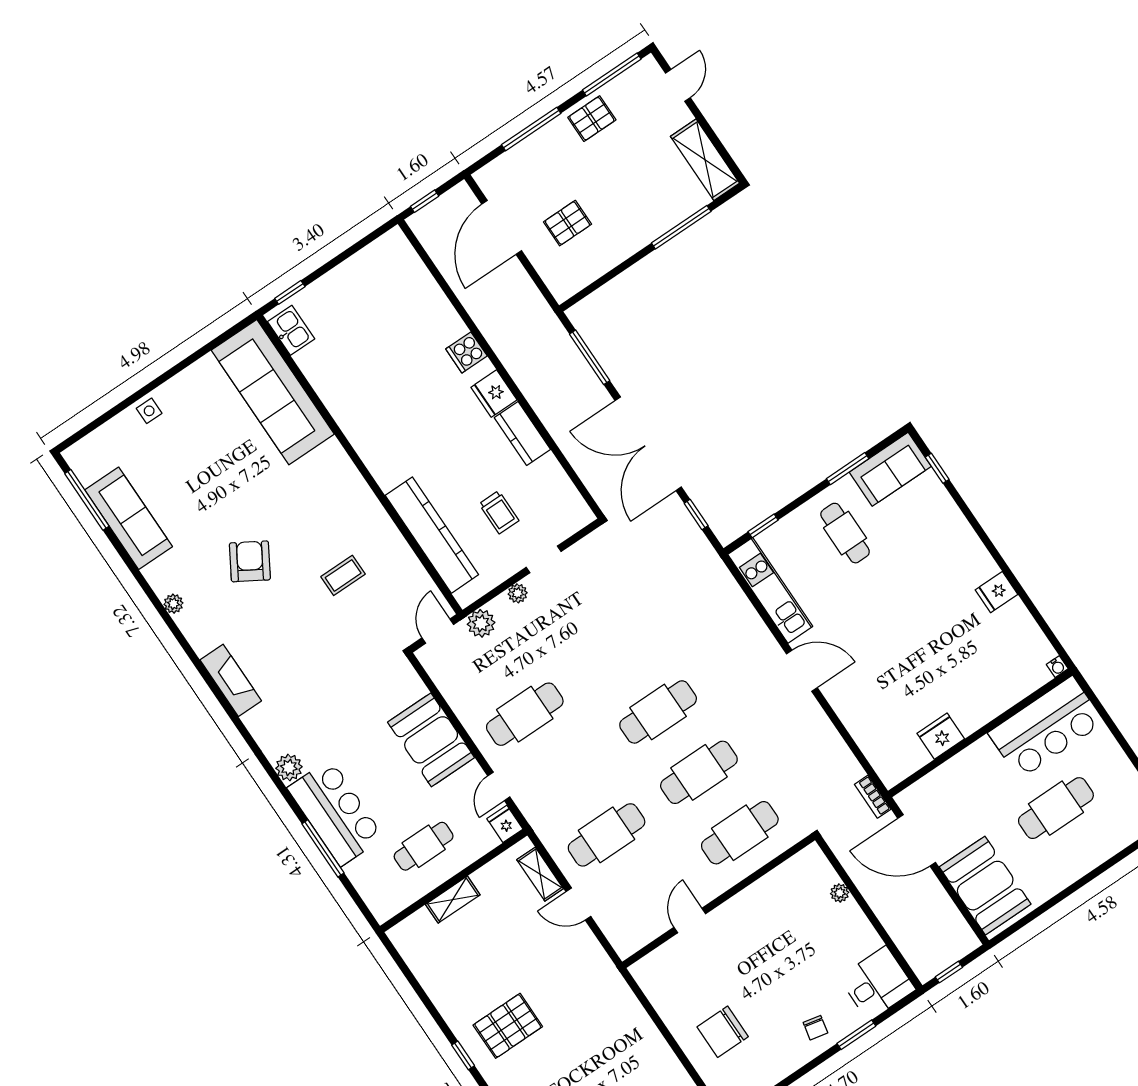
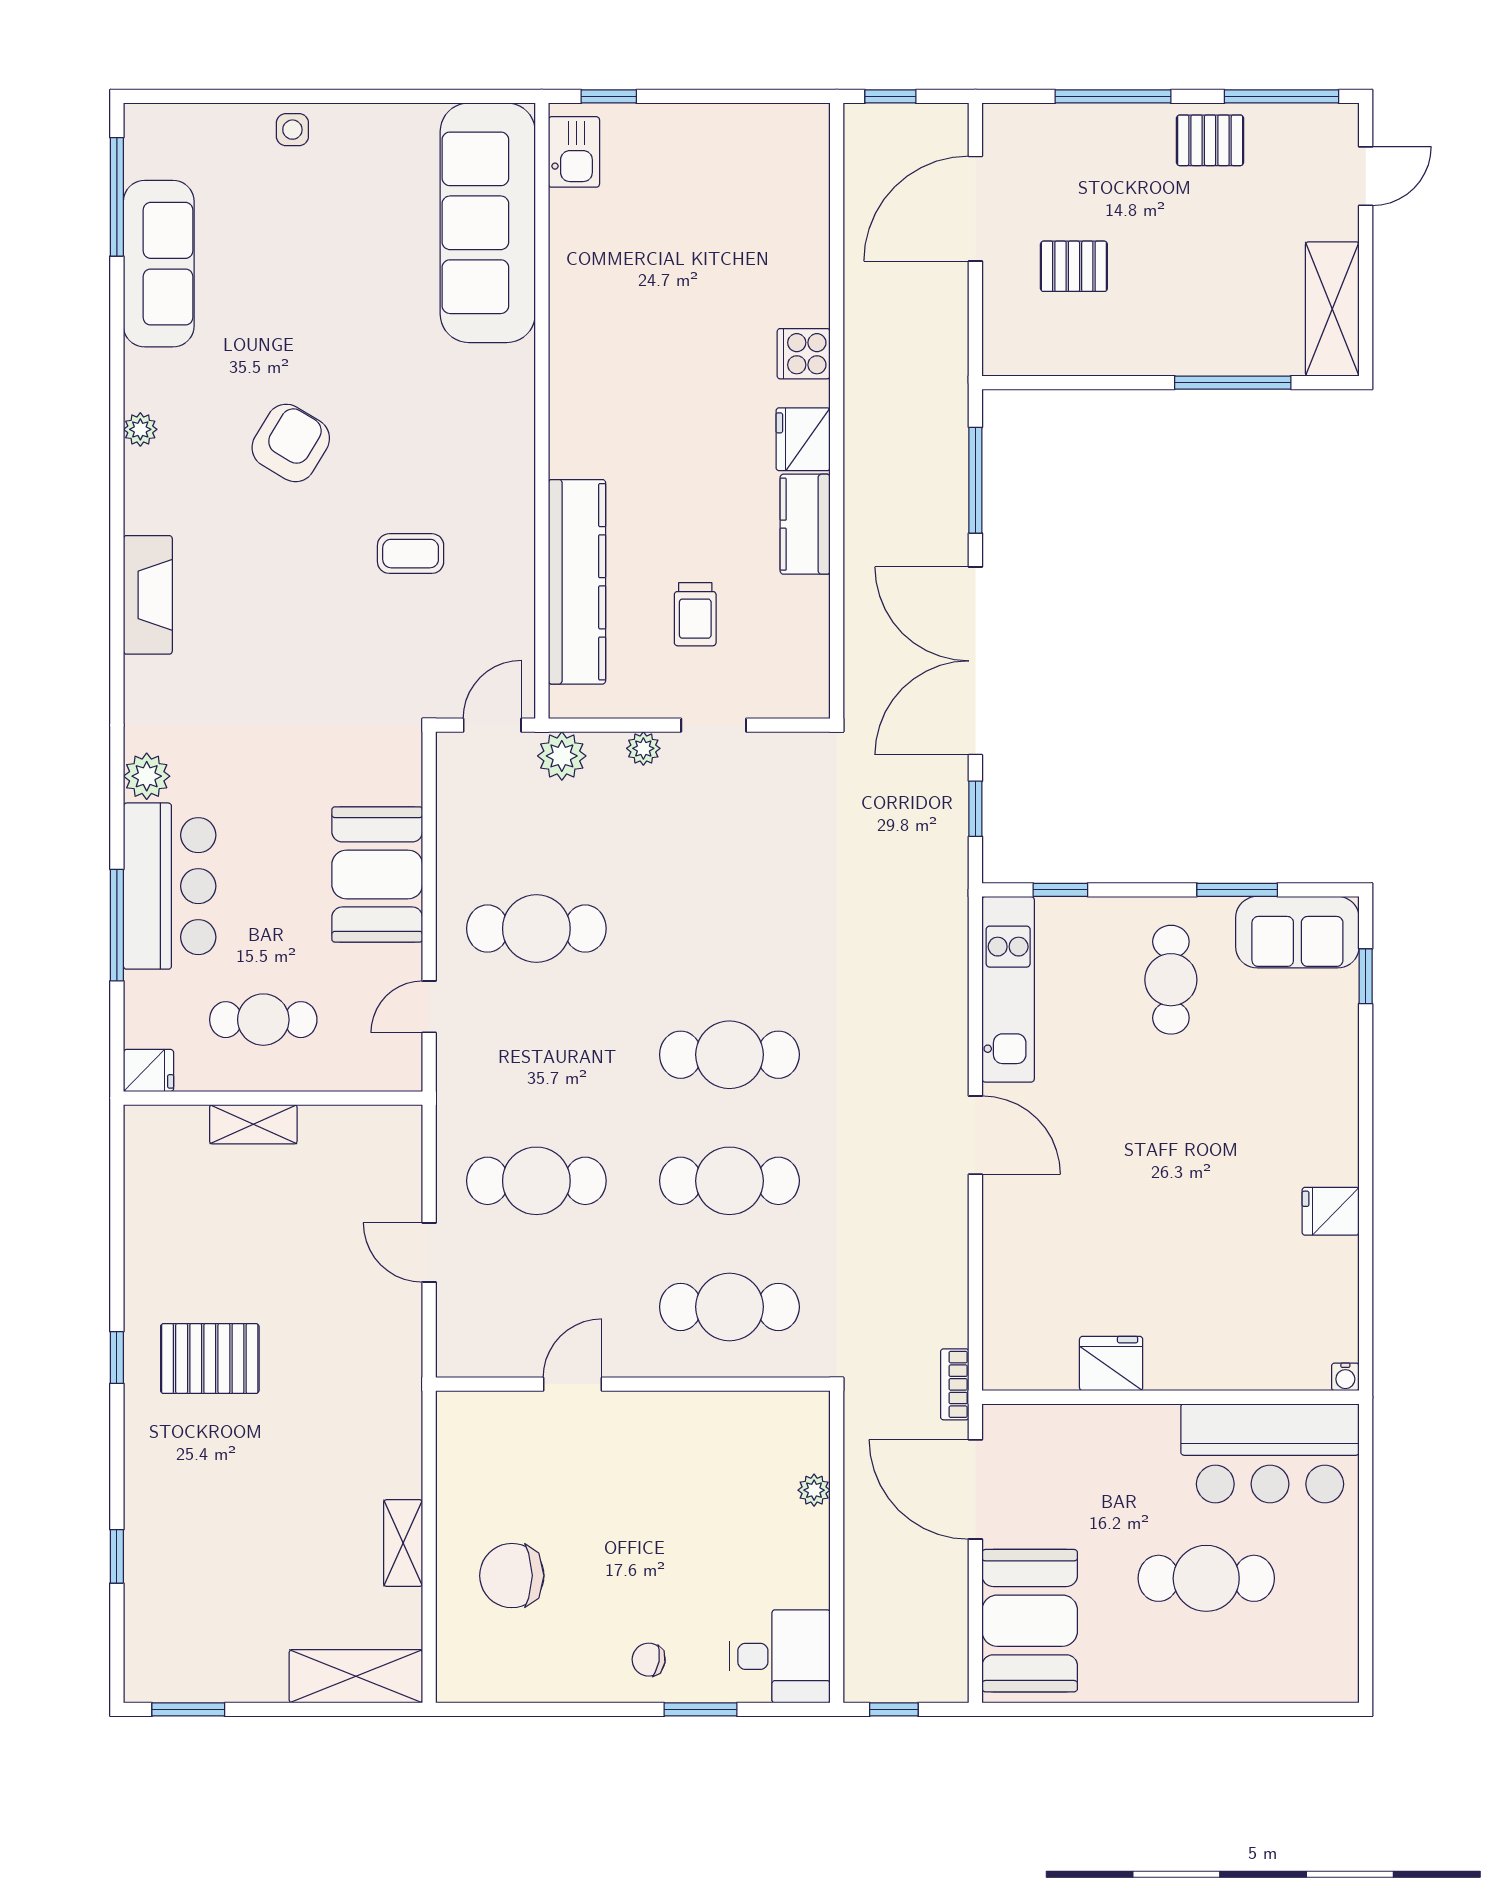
fridge: (505, 824) -> (149, 1070), moved, turned 90
shelving: (540, 874) -> (403, 1543), moved
chair: (815, 1028) -> (649, 1660), turned 88

